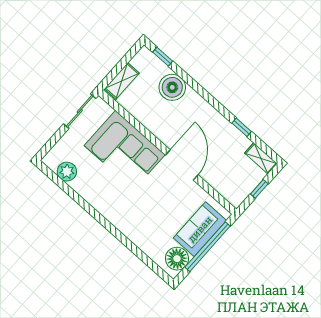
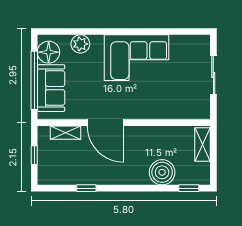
sliding door: (80, 111) -> (213, 75), moved
corner sofa: (125, 150) -> (137, 58), moved, turned 180
shelving: (261, 158) -> (65, 133), moved
plant: (67, 172) -> (80, 44), moved

